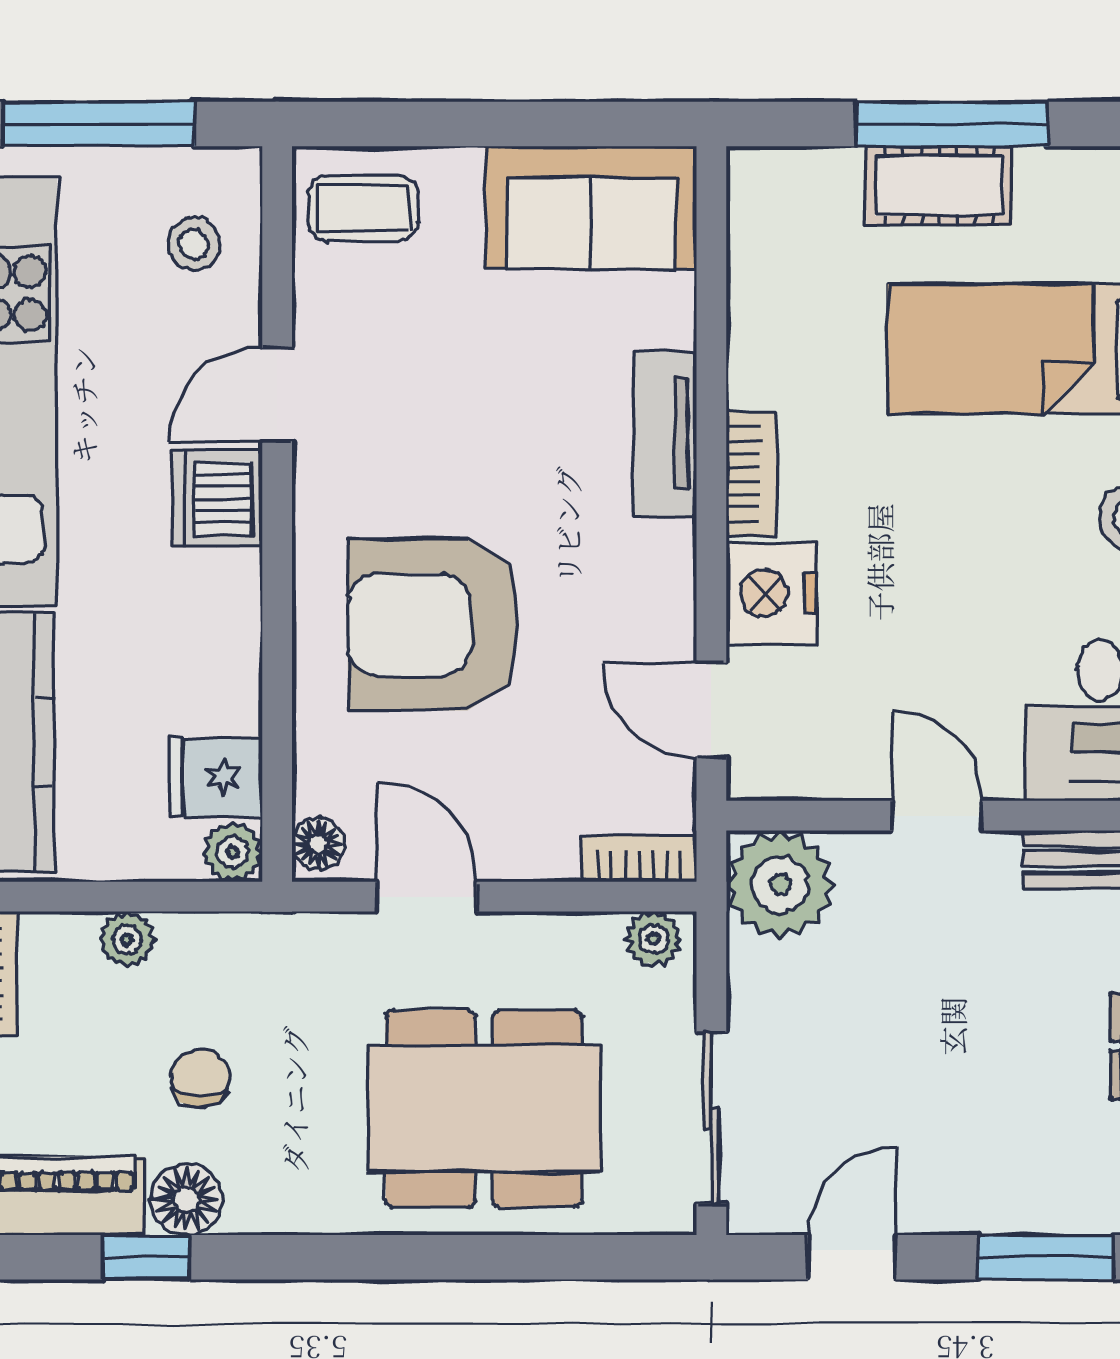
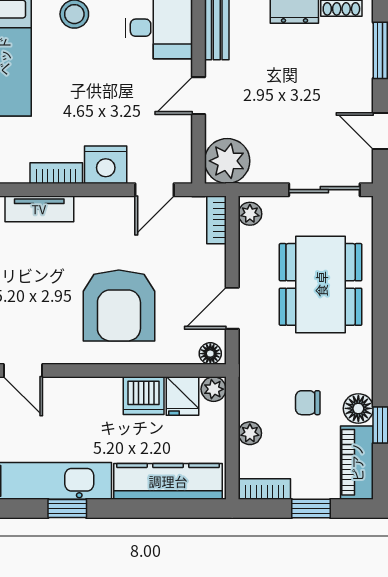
dishwasher: (217, 499) -> (144, 396), moved

